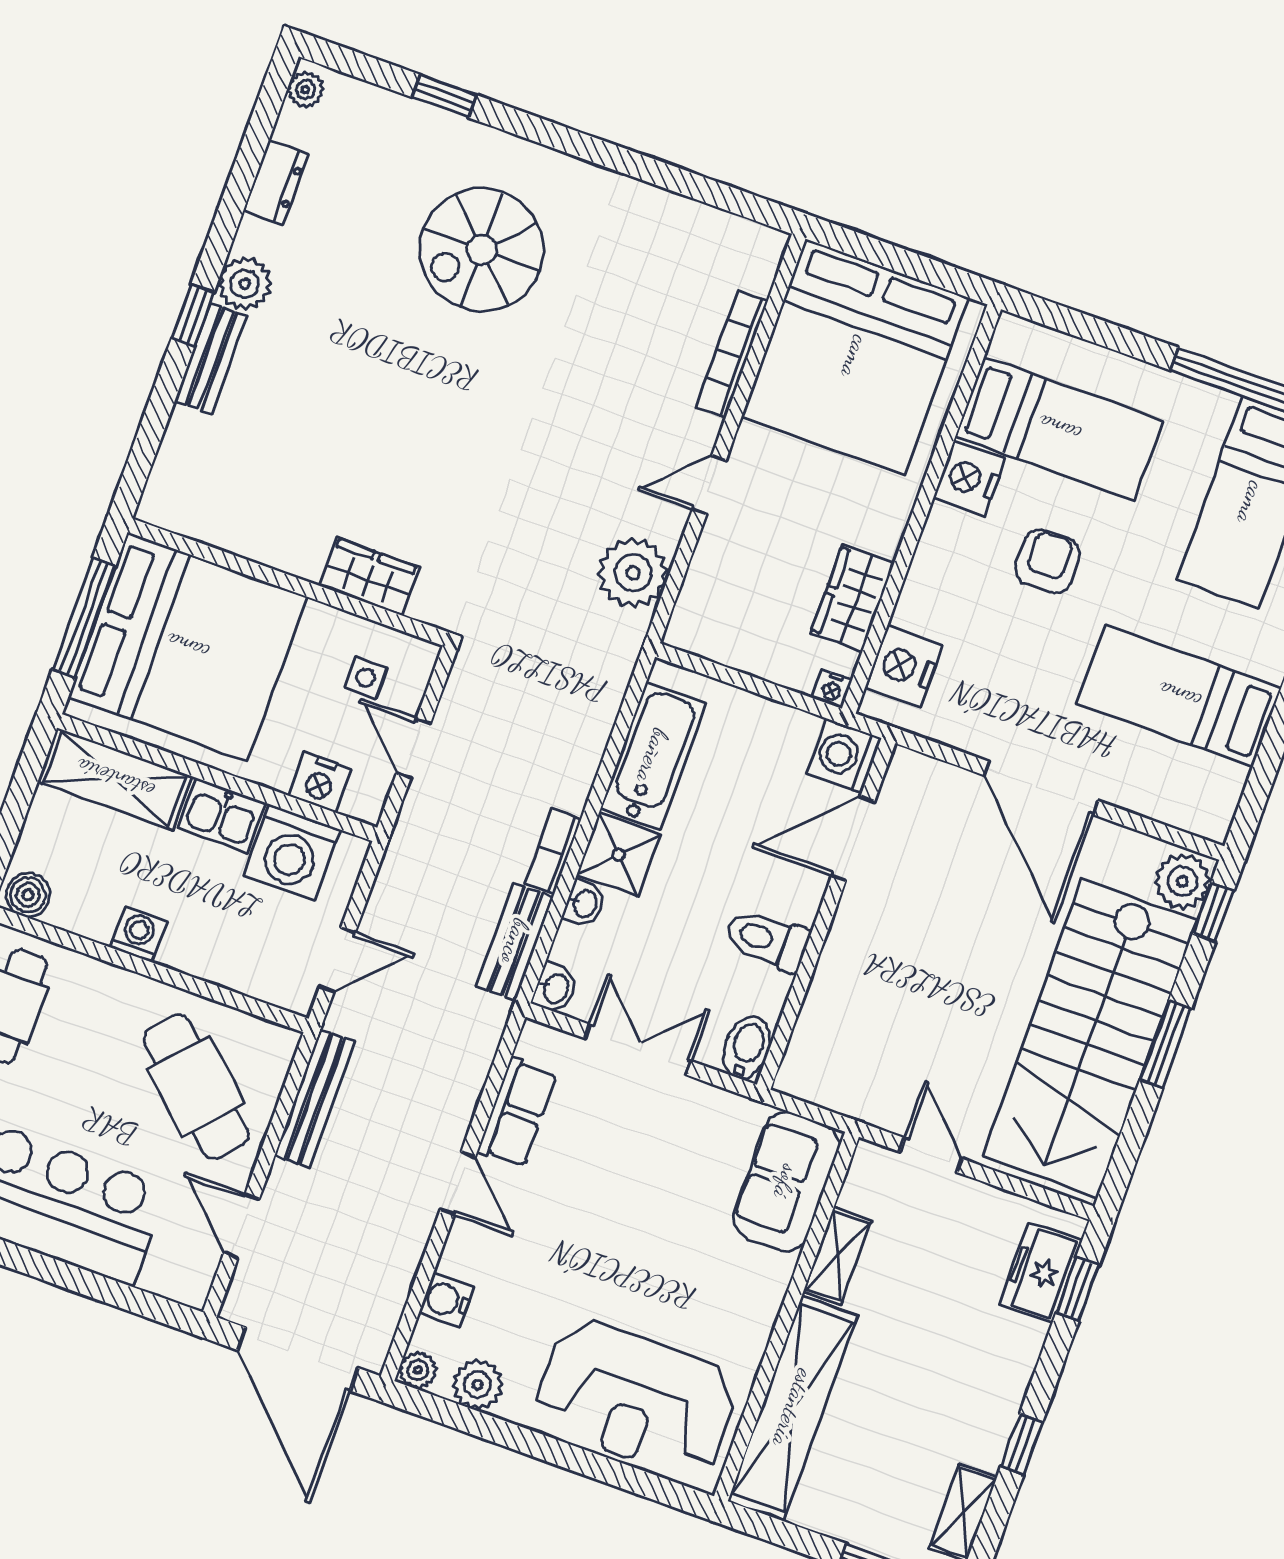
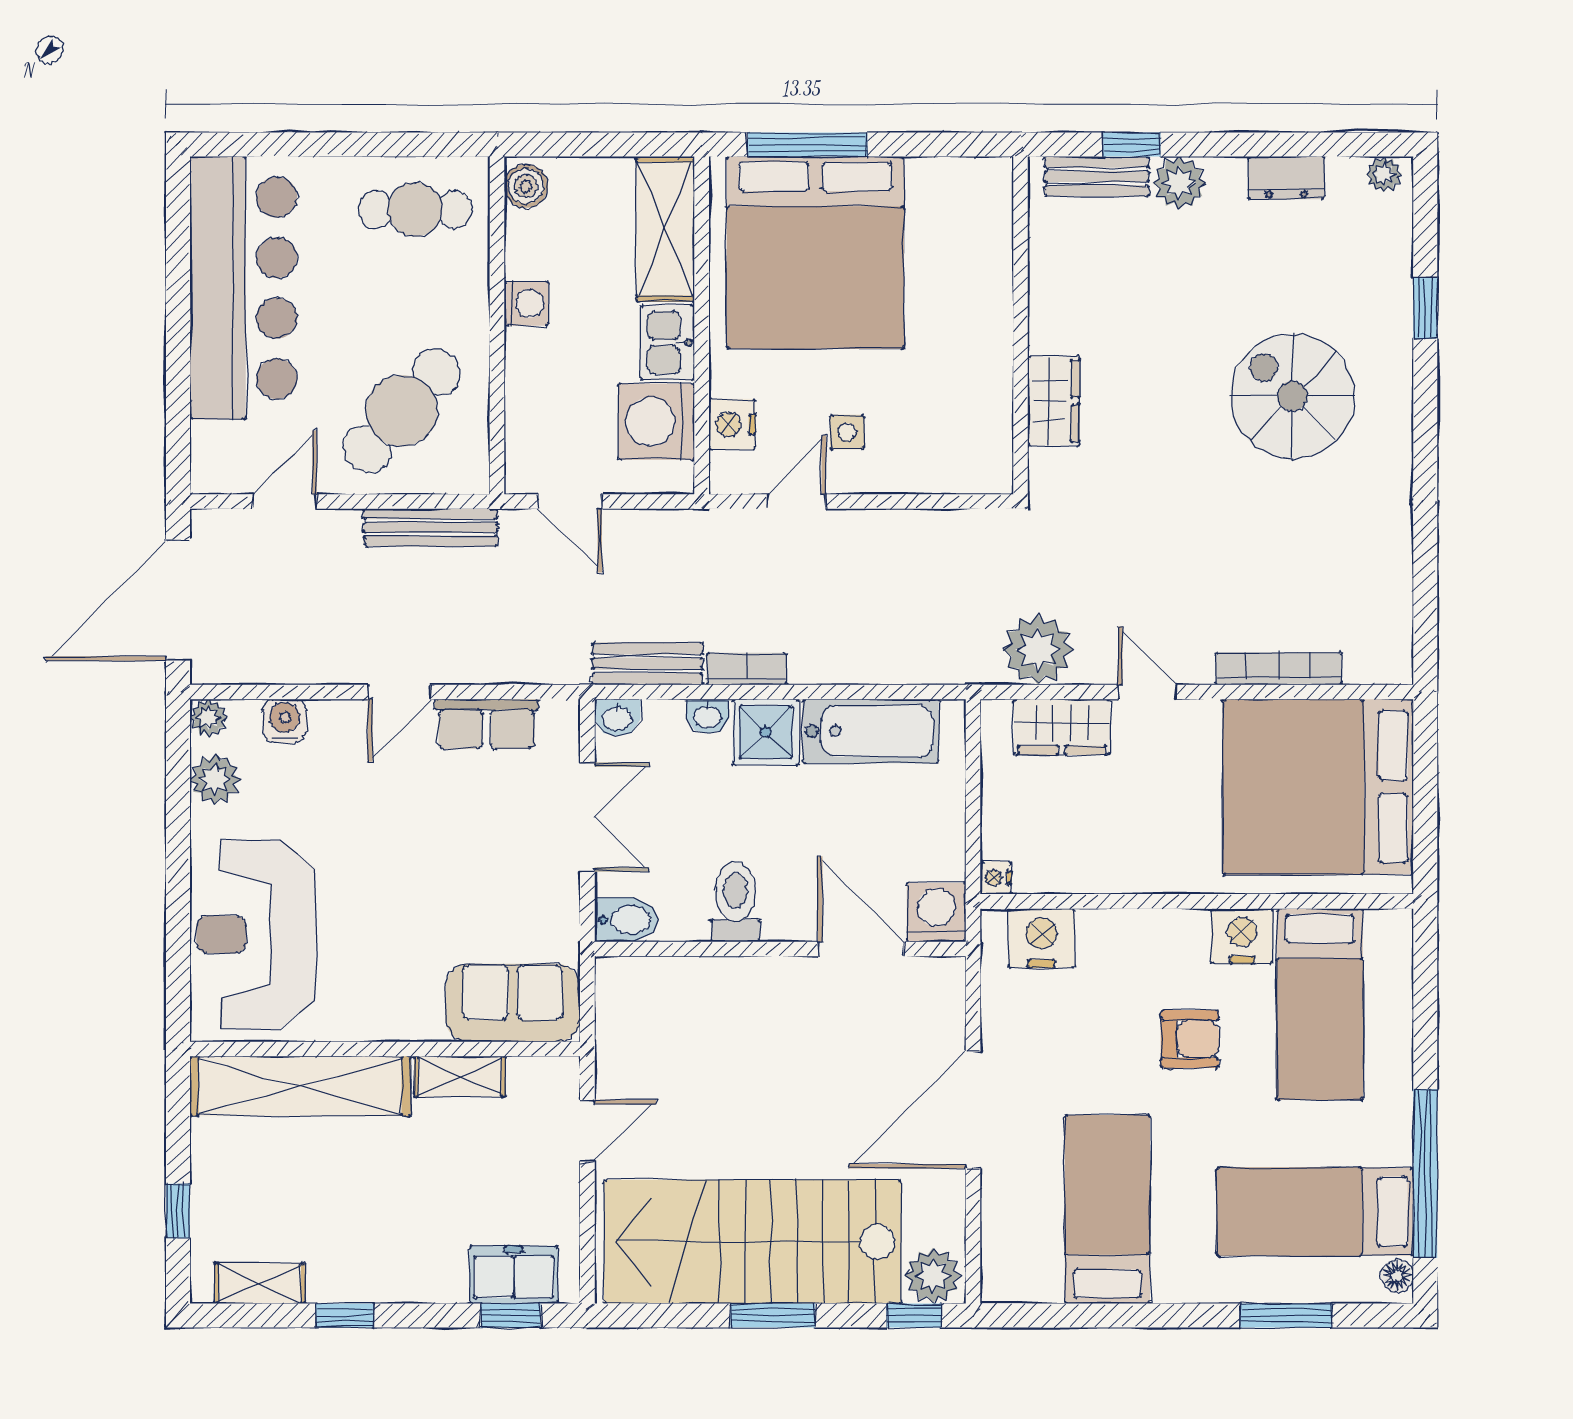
wardrobe: (369, 577) -> (1054, 401), moved
wall: (288, 582) -> (1021, 325), moved
wardrobe: (852, 598) -> (1062, 727), moved, turned 180

